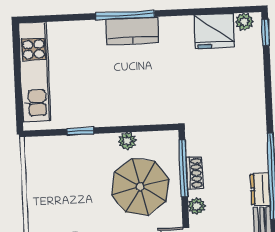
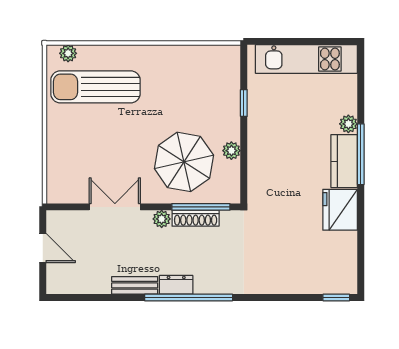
plant: (244, 22) -> (348, 124), moved
fridge: (214, 31) -> (340, 210), moved
shoe rack: (195, 173) -> (196, 218), width x1.43

